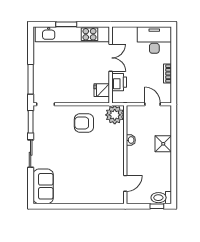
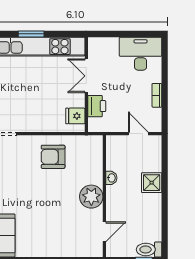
double door: (111, 58) -> (86, 76), swing flipped
plant: (115, 115) -> (91, 197), moved

